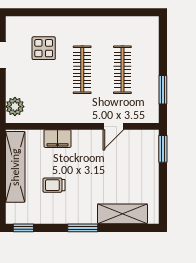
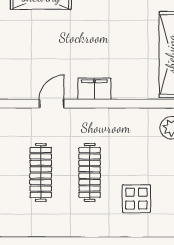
filing cabinet: (57, 139) -> (94, 89), moved
trolley: (54, 185) -> (124, 32), removed

